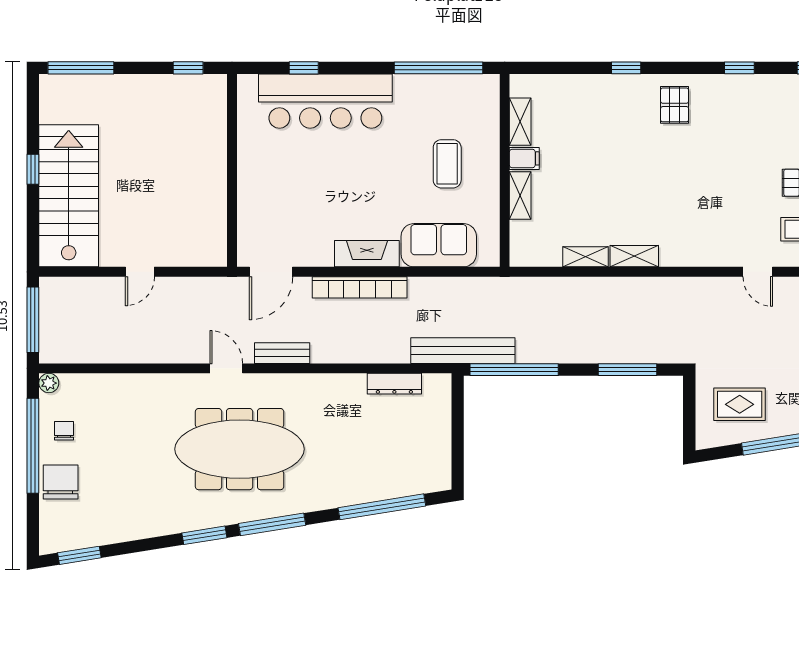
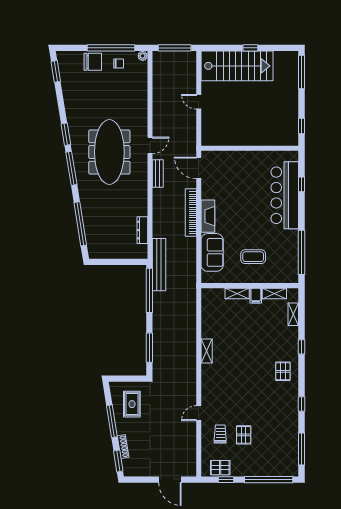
pallet: (675, 105) -> (283, 371), turned 90
shelving: (585, 257) -> (293, 314), moved

